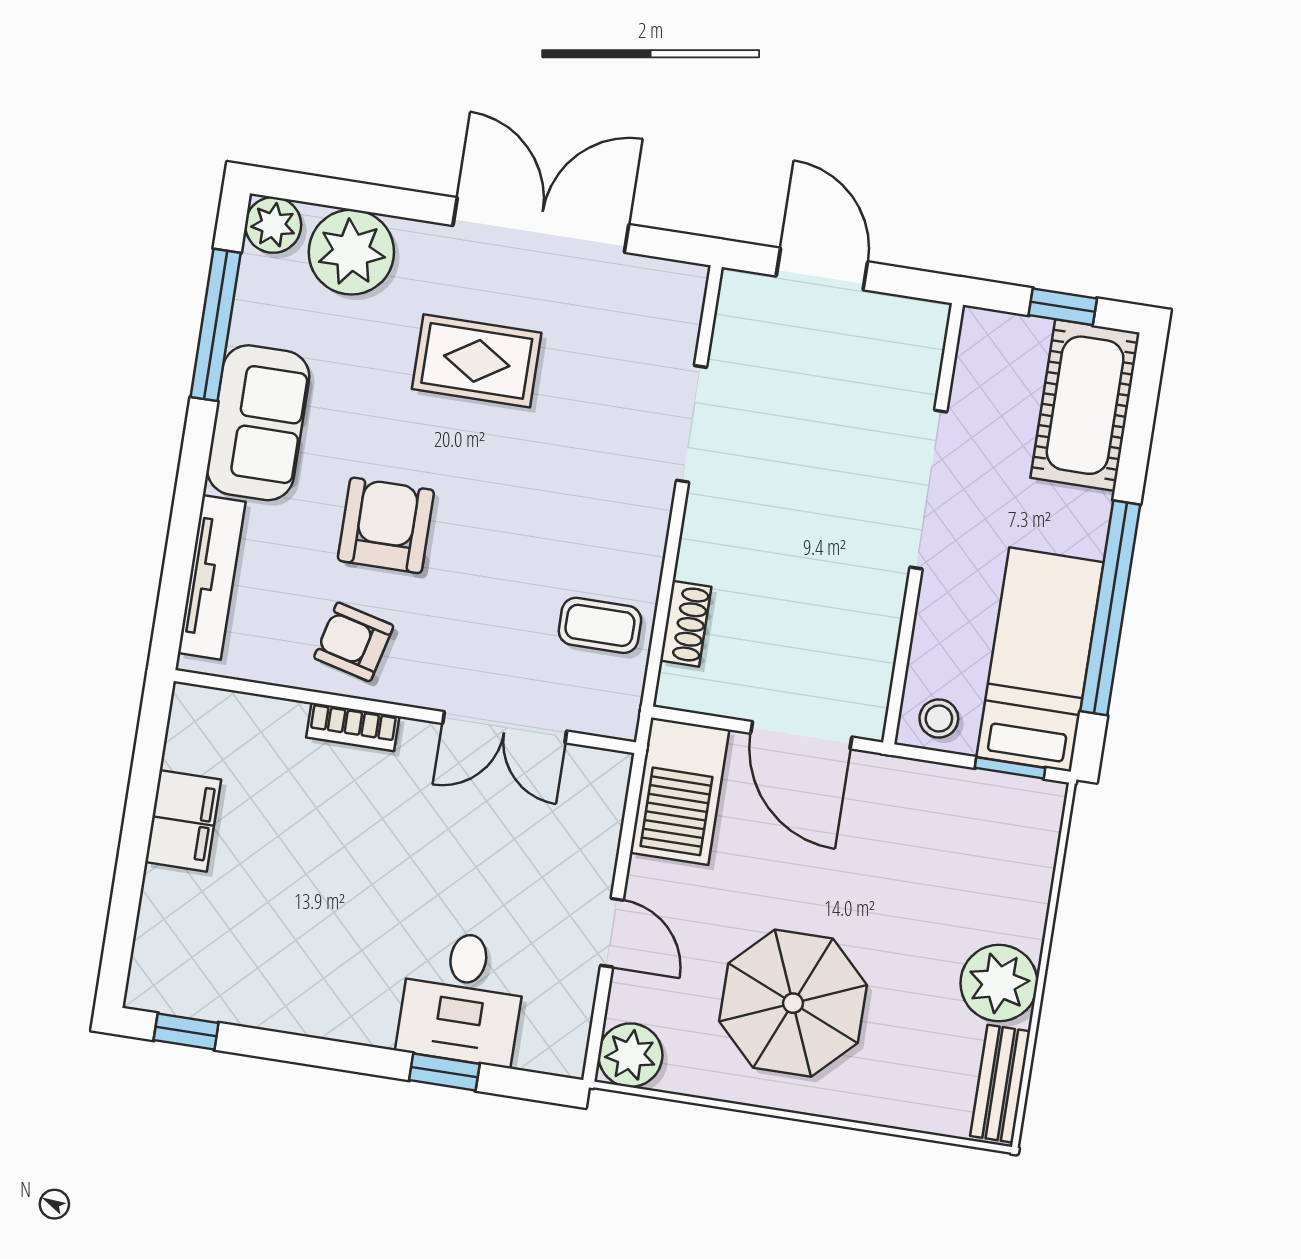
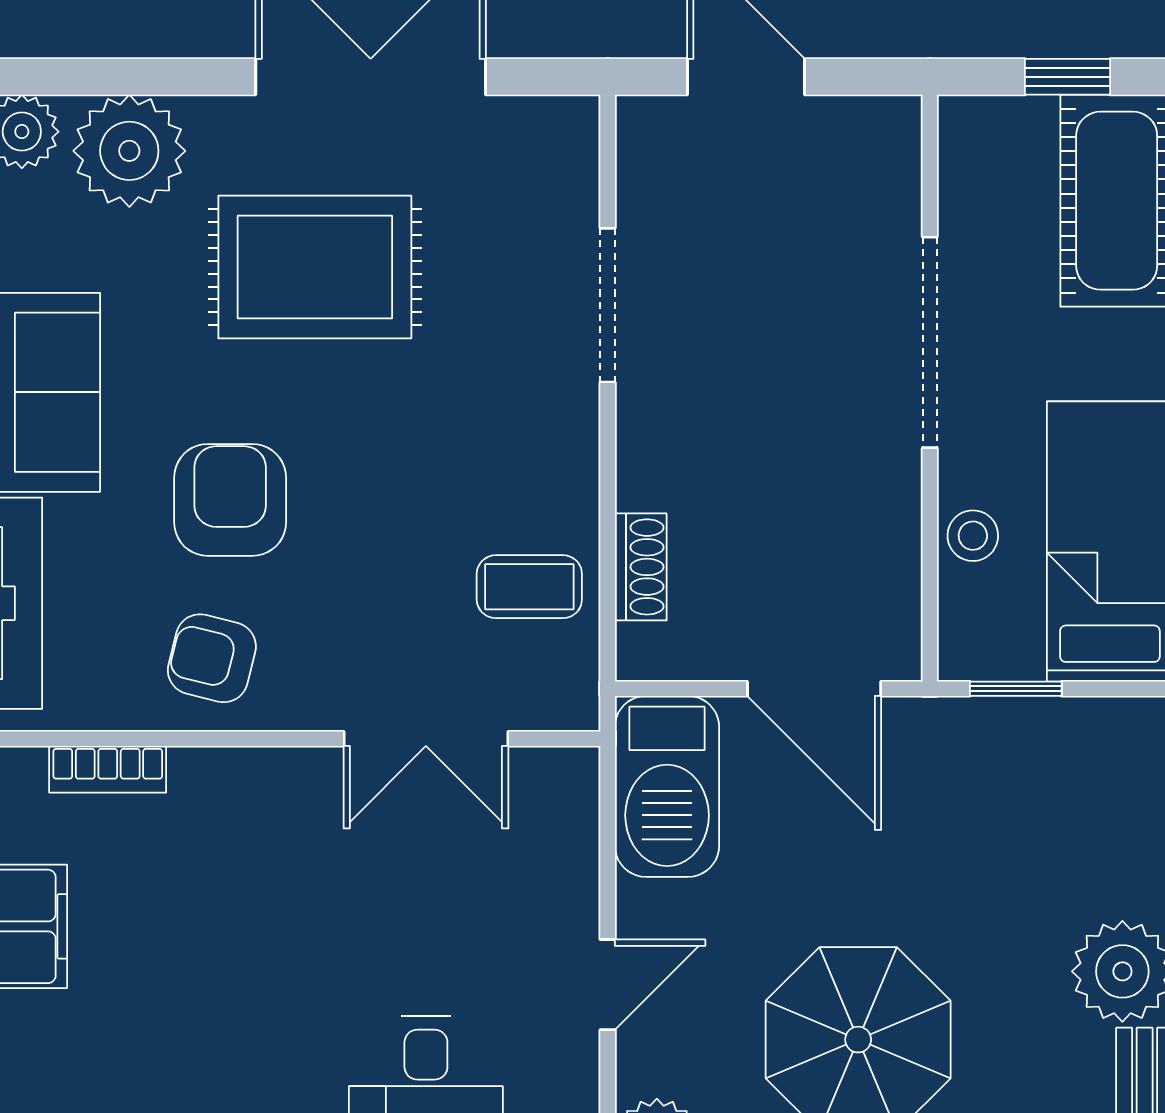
rug: (477, 361) -> (315, 267), width x1.36, depth x1.43
stool: (939, 719) -> (973, 536), moved
bookcase: (353, 727) -> (108, 769), moved
window: (1010, 768) -> (1016, 689), moved
door: (612, 933) -> (608, 985), hinge flipped

